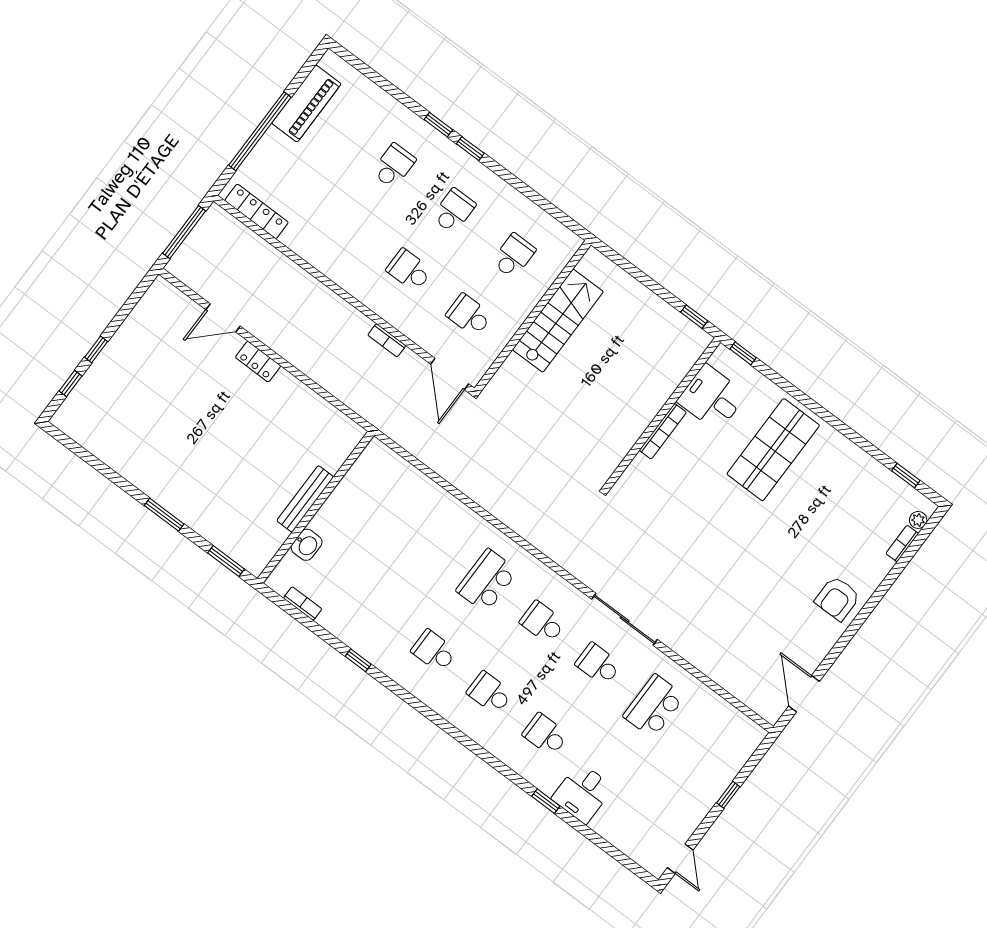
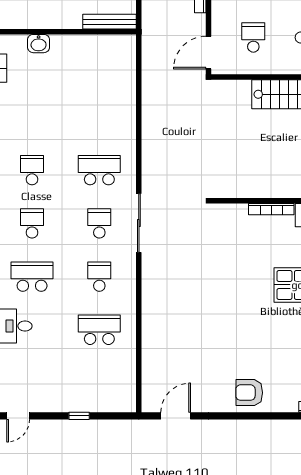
bench: (305, 499) -> (110, 22), moved
sliding door: (625, 619) -> (139, 223), moved
school desk: (545, 735) -> (32, 277), width x1.85

